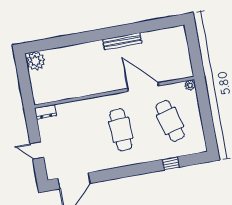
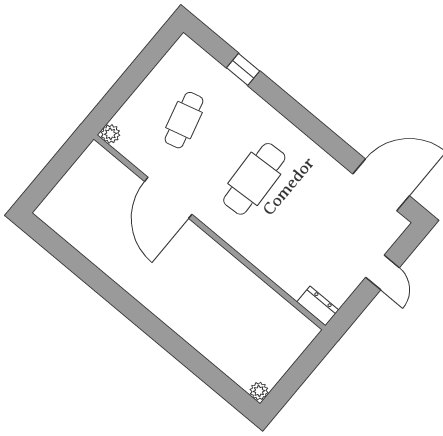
bench: (122, 41) -> (129, 281), removed
plant: (36, 61) -> (259, 391), width x0.53, depth x0.53
cafe table: (170, 121) -> (184, 120), width x0.73, depth x0.74

